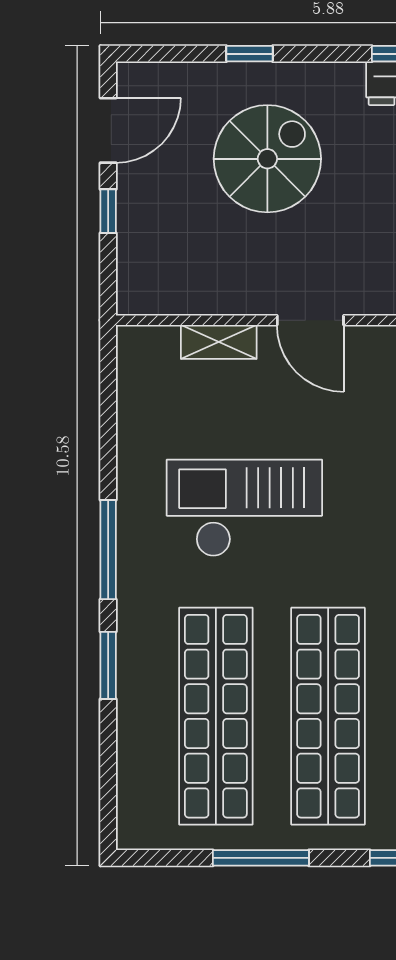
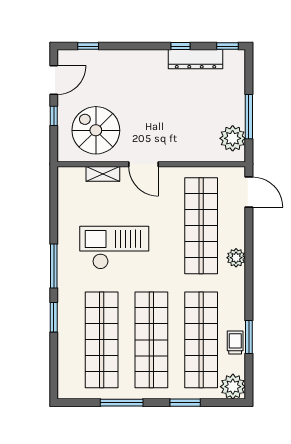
window: (250, 54) -> (88, 46), moved
spiral stairs: (267, 159) -> (96, 130), moved, turned -90

